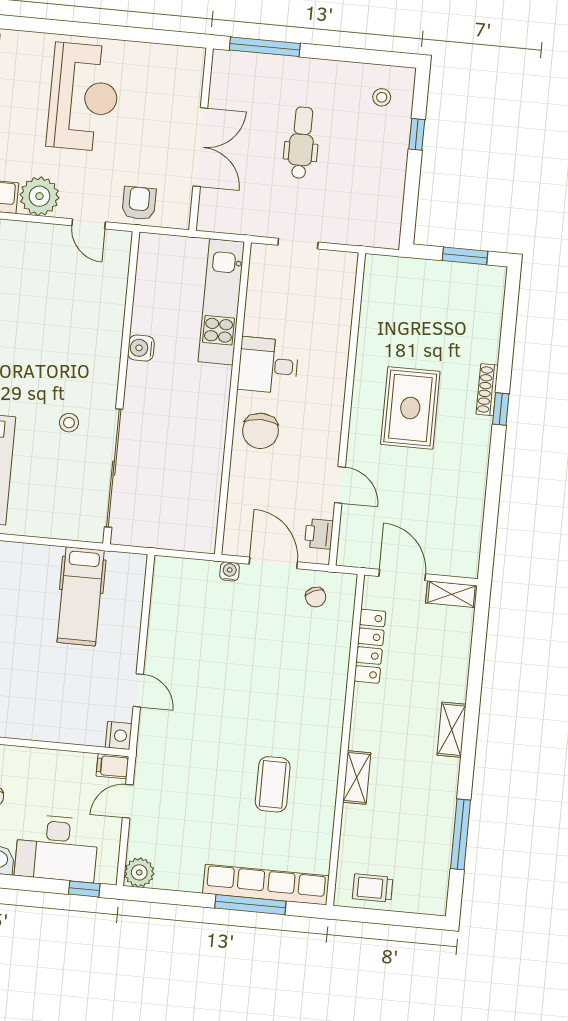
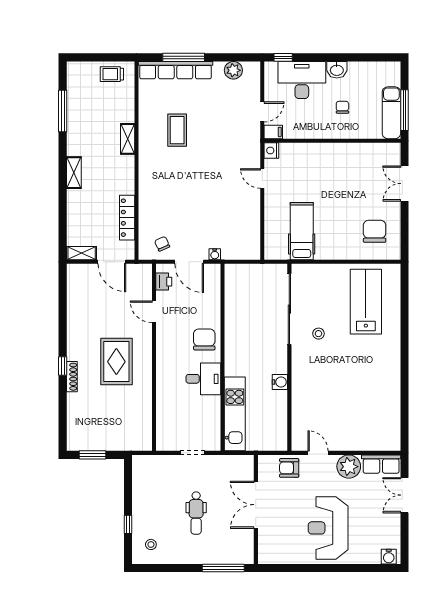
armchair: (139, 203) -> (289, 468), turned 90
plant: (139, 872) -> (233, 70), moved
trolley: (373, 888) -> (112, 74), turned 180

